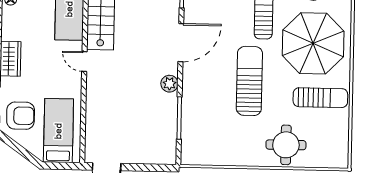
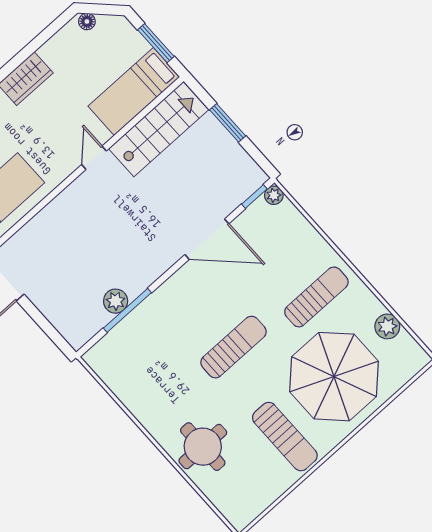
sun lounger: (249, 81) -> (234, 347), width x0.73, depth x0.75
plant: (169, 84) -> (116, 301), moved

